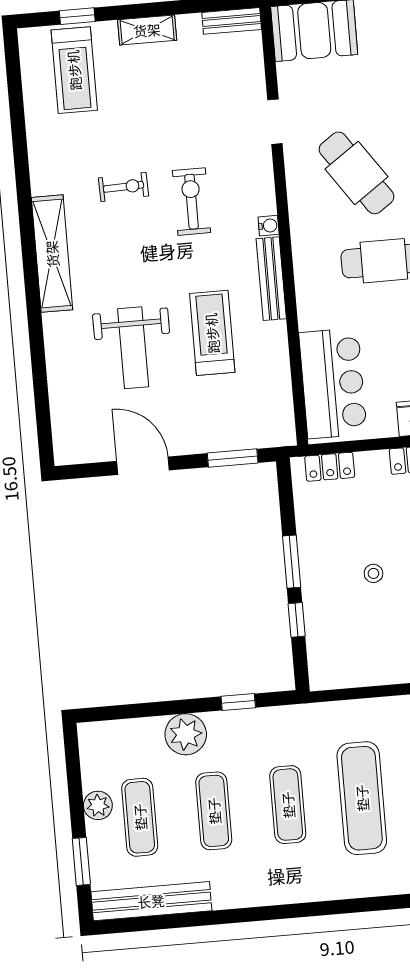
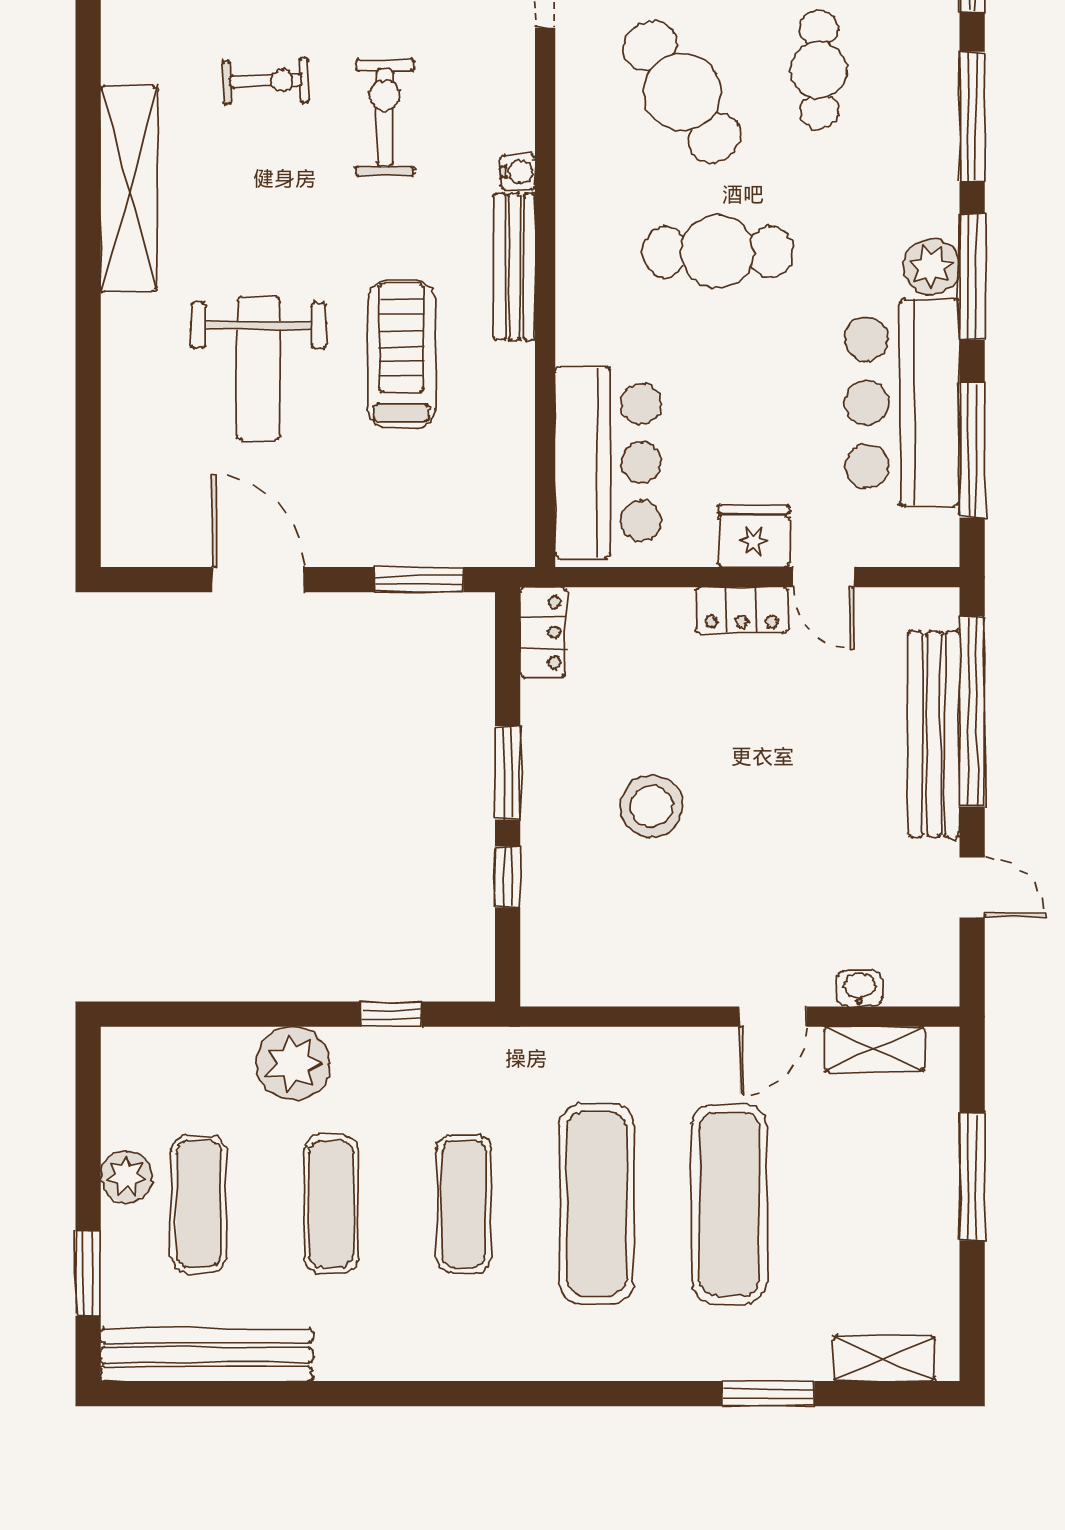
locker: (330, 467) -> (543, 632), moved, turned -90
stool: (373, 573) -> (651, 806), width x1.89, depth x1.89

